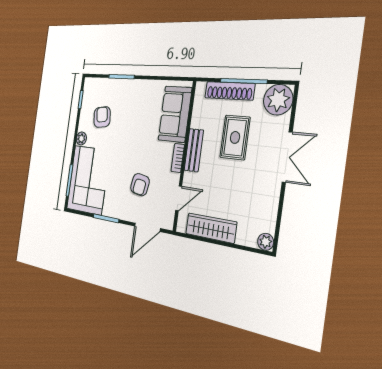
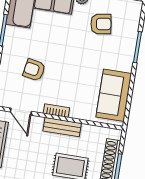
sofa: (175, 114) -> (114, 95), moved, turned -90

